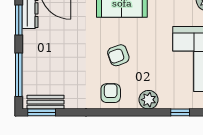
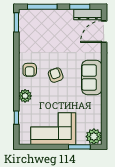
armchair: (111, 93) -> (30, 70), turned 90
bench: (45, 102) -> (23, 25), removed

